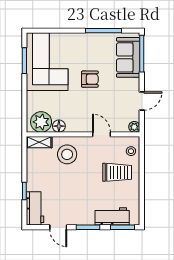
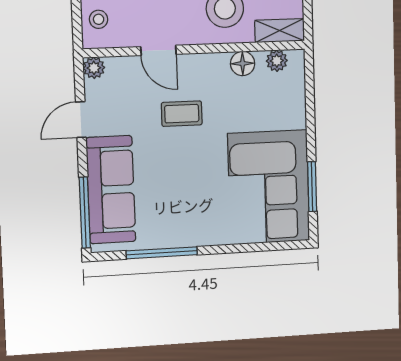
sofa: (128, 57) -> (111, 190), width x1.36
armchair: (90, 79) -> (185, 158), removed
coffee table: (91, 102) -> (182, 114), added
plant: (41, 122) -> (277, 61), width x0.53, depth x0.53

